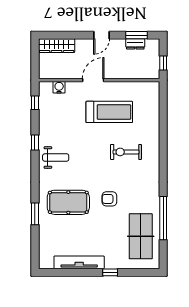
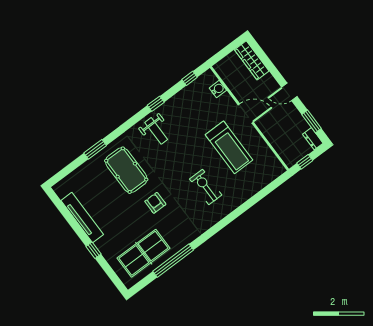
dresser: (135, 44) -> (313, 139), moved

